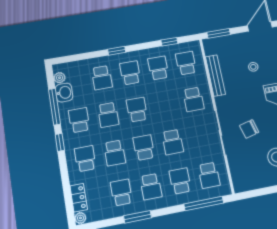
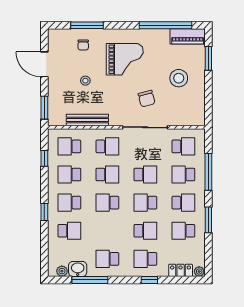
school desk: (108, 115) -> (107, 175), moved
window: (60, 142) -> (149, 280), moved
window: (204, 203) -> (208, 172), moved

